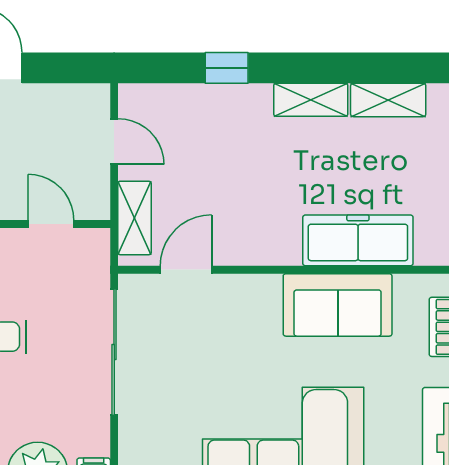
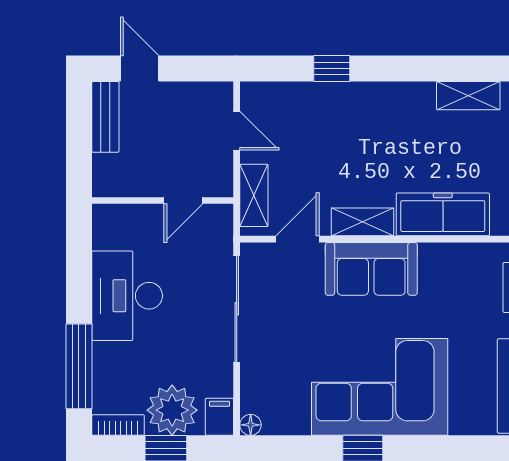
shelving: (311, 100) -> (363, 222), moved
door: (51, 224) -> (183, 201), swing flipped
sofa: (338, 305) -> (371, 269), moved

